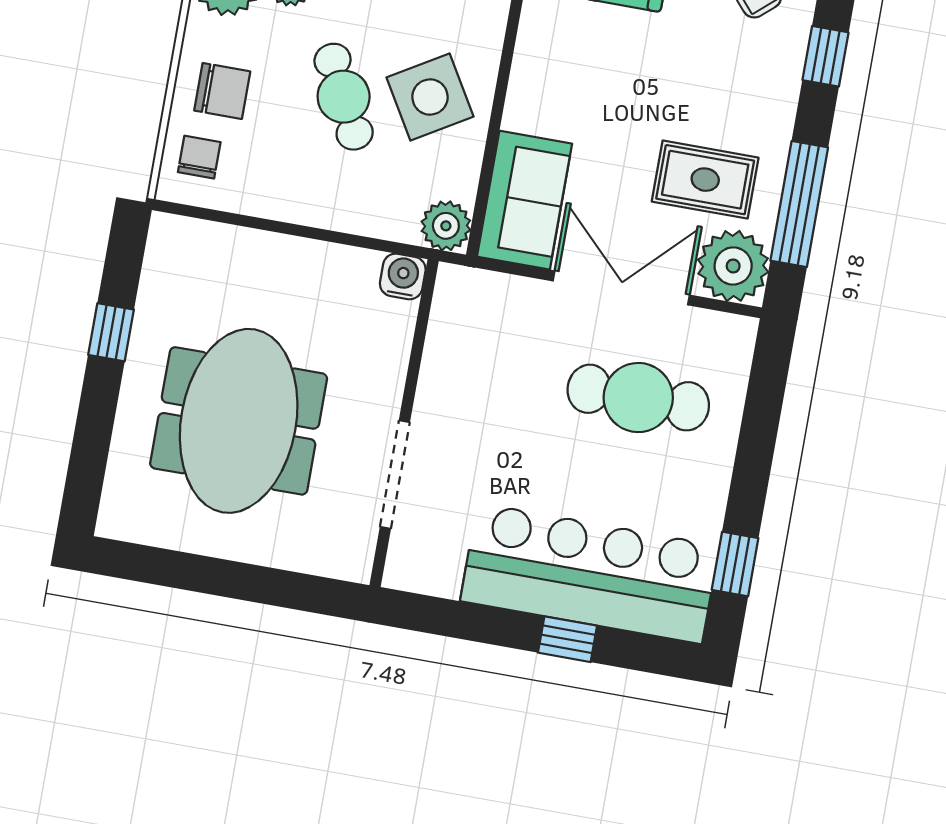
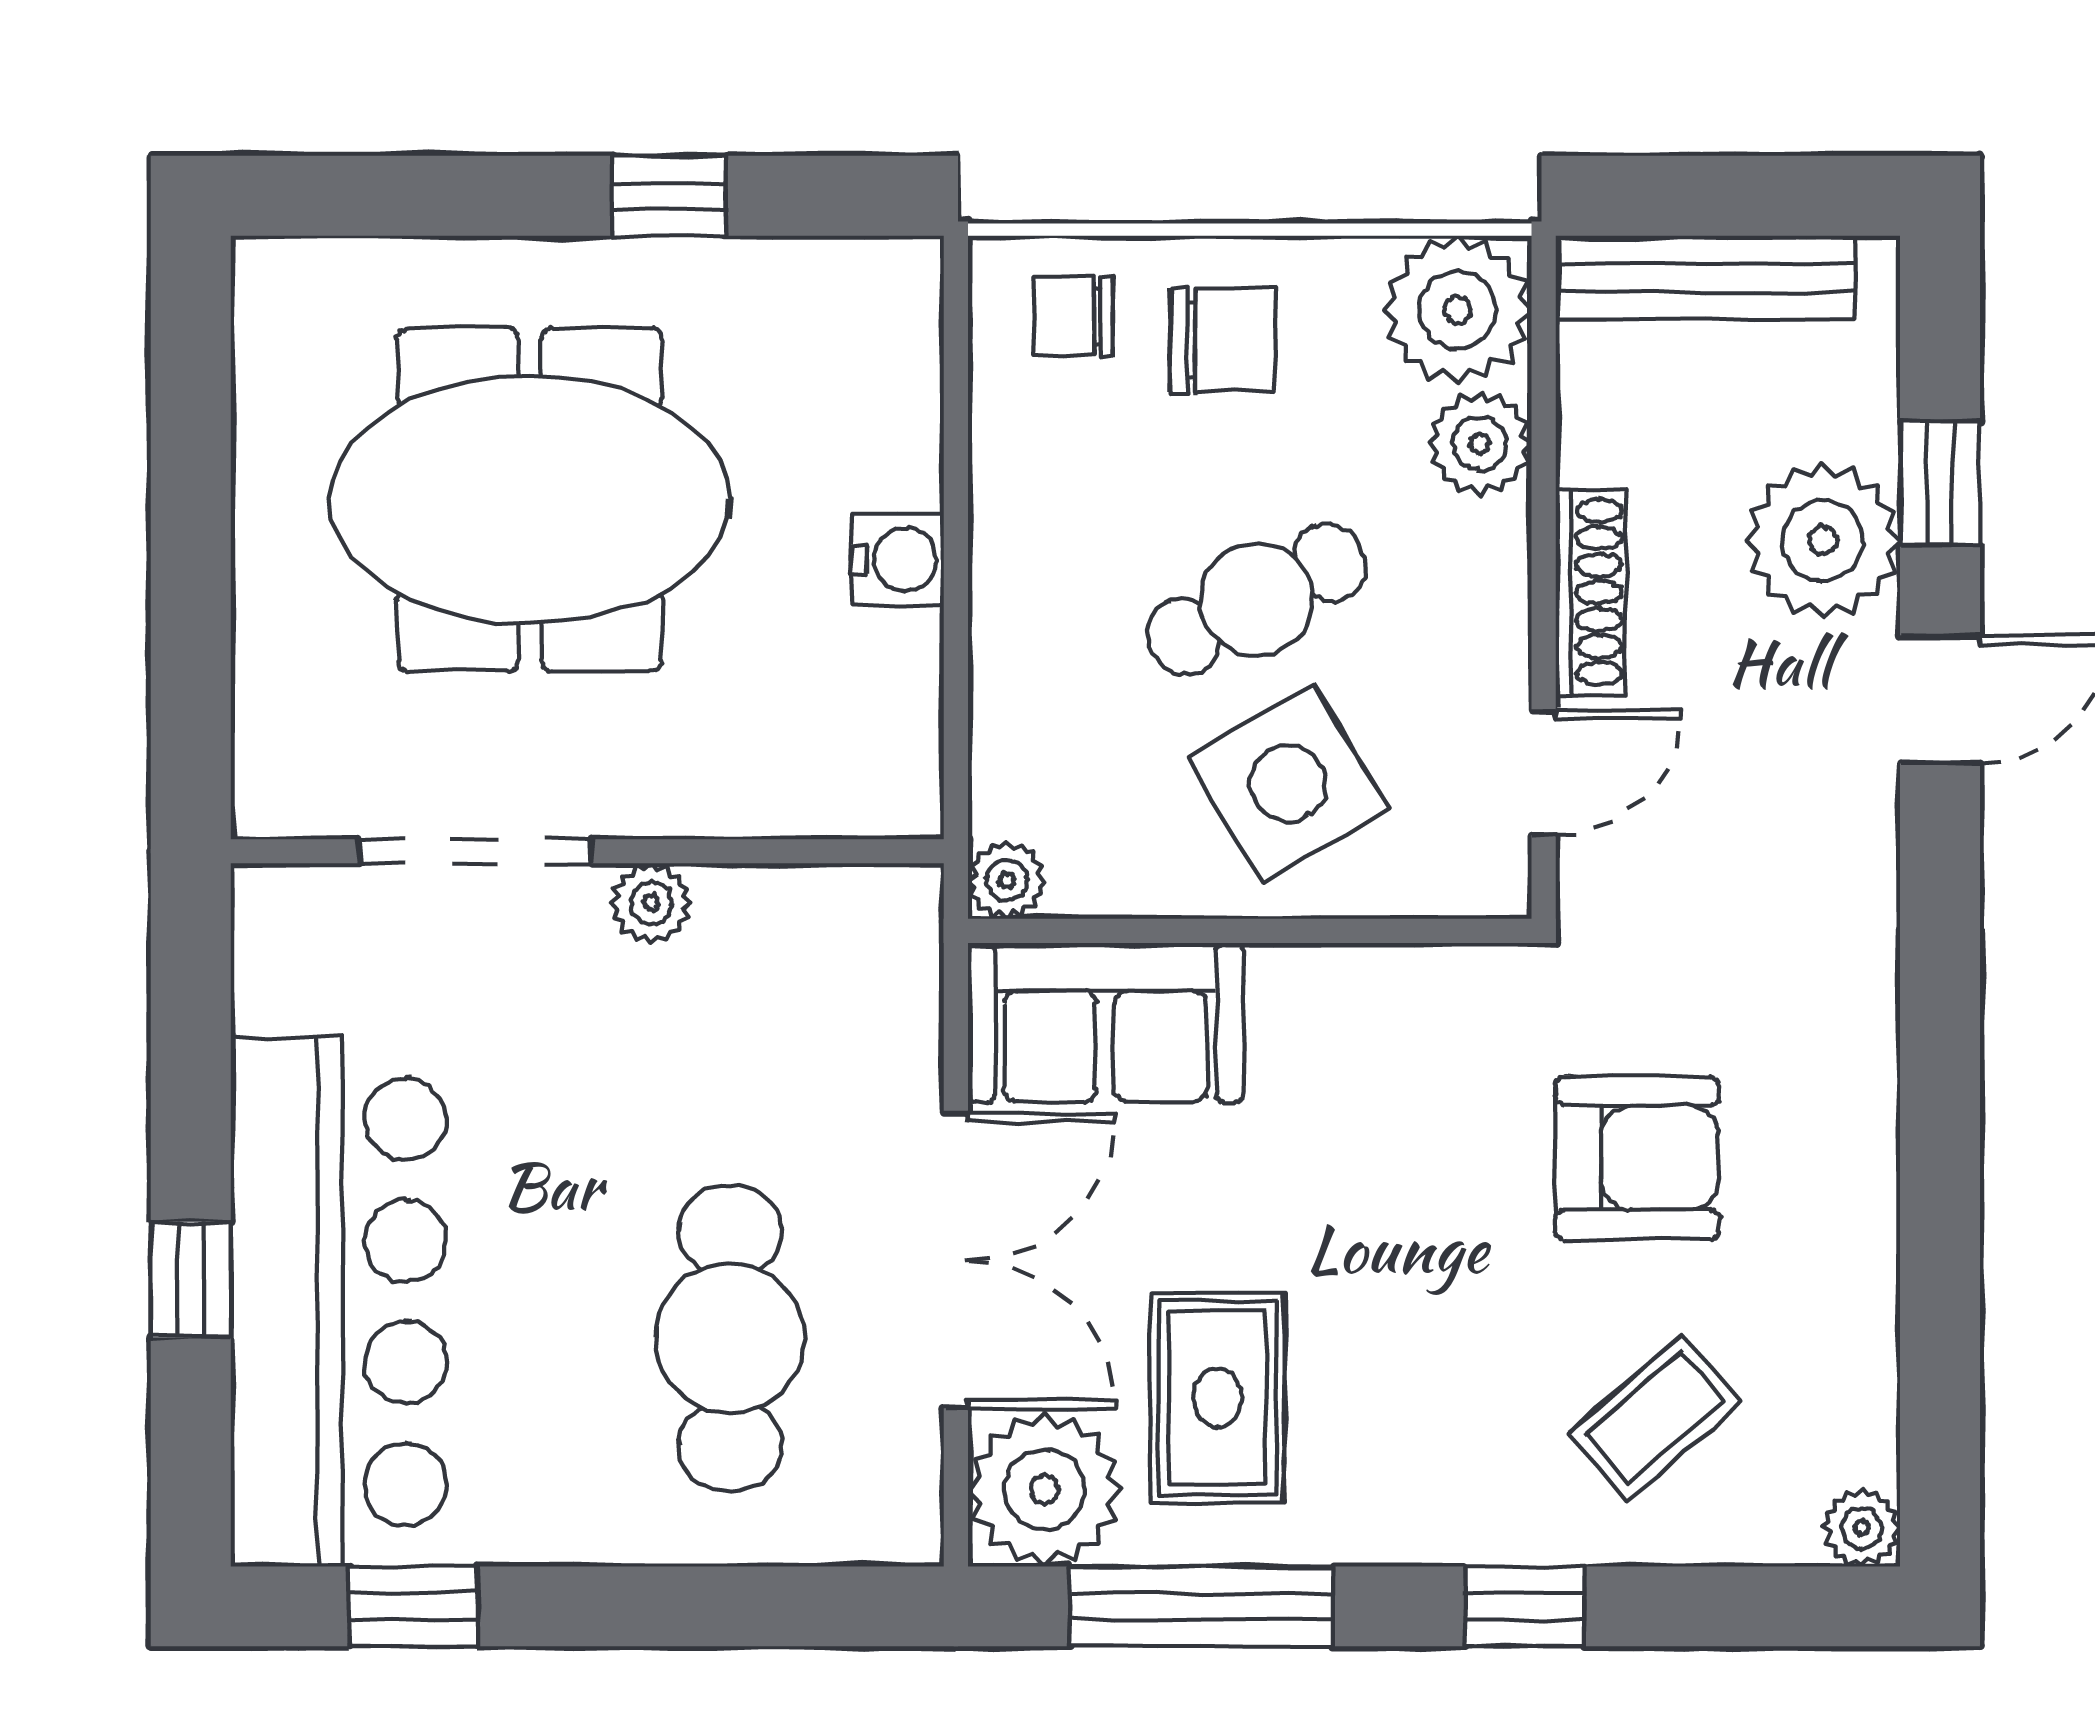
chair: (222, 91) -> (1223, 340), turned -90
chair: (199, 157) -> (1074, 316), turned 180
plant: (446, 226) -> (1007, 880), width x0.73, depth x0.73
water cooler: (403, 276) -> (898, 560), moved
plant: (433, 398) -> (651, 903), added

